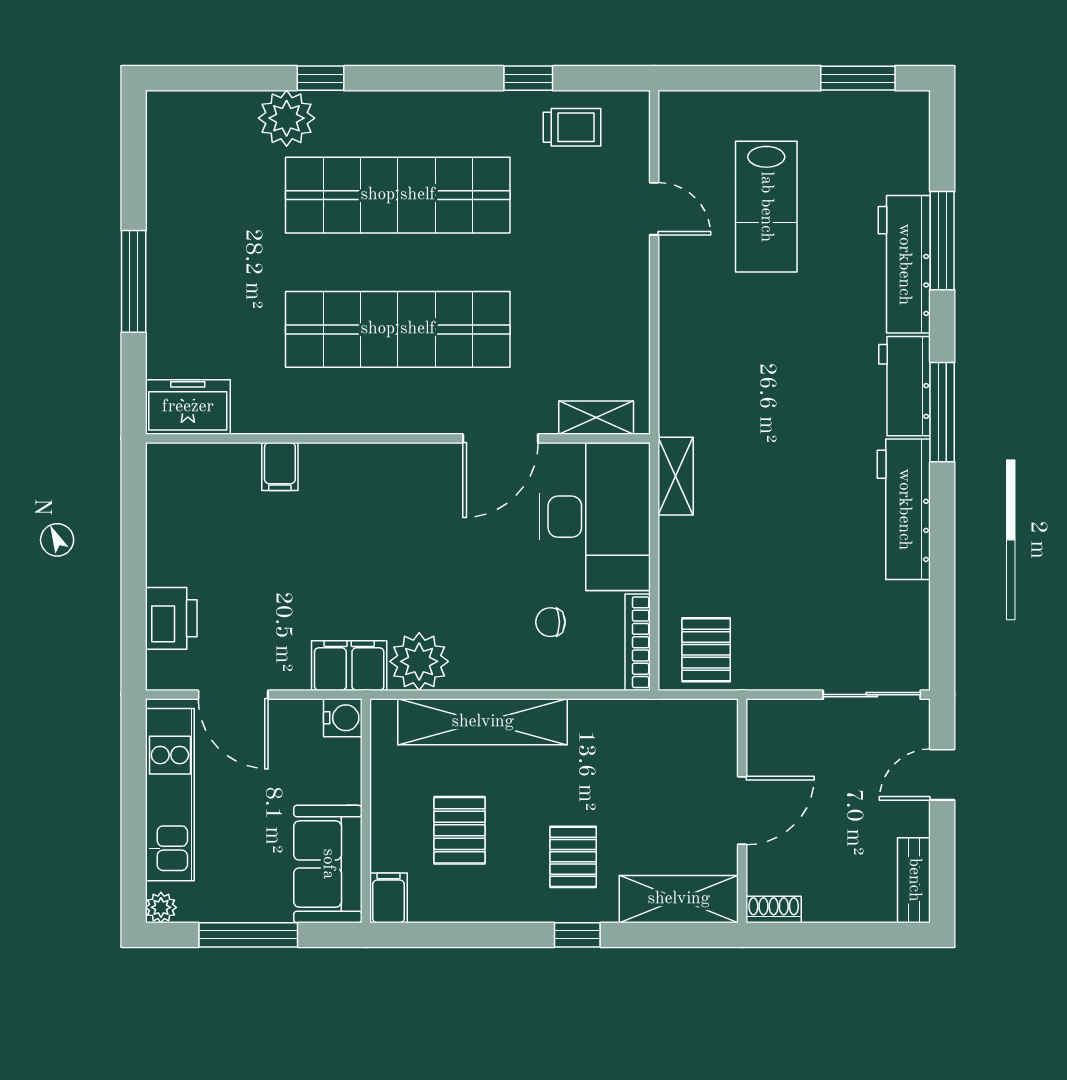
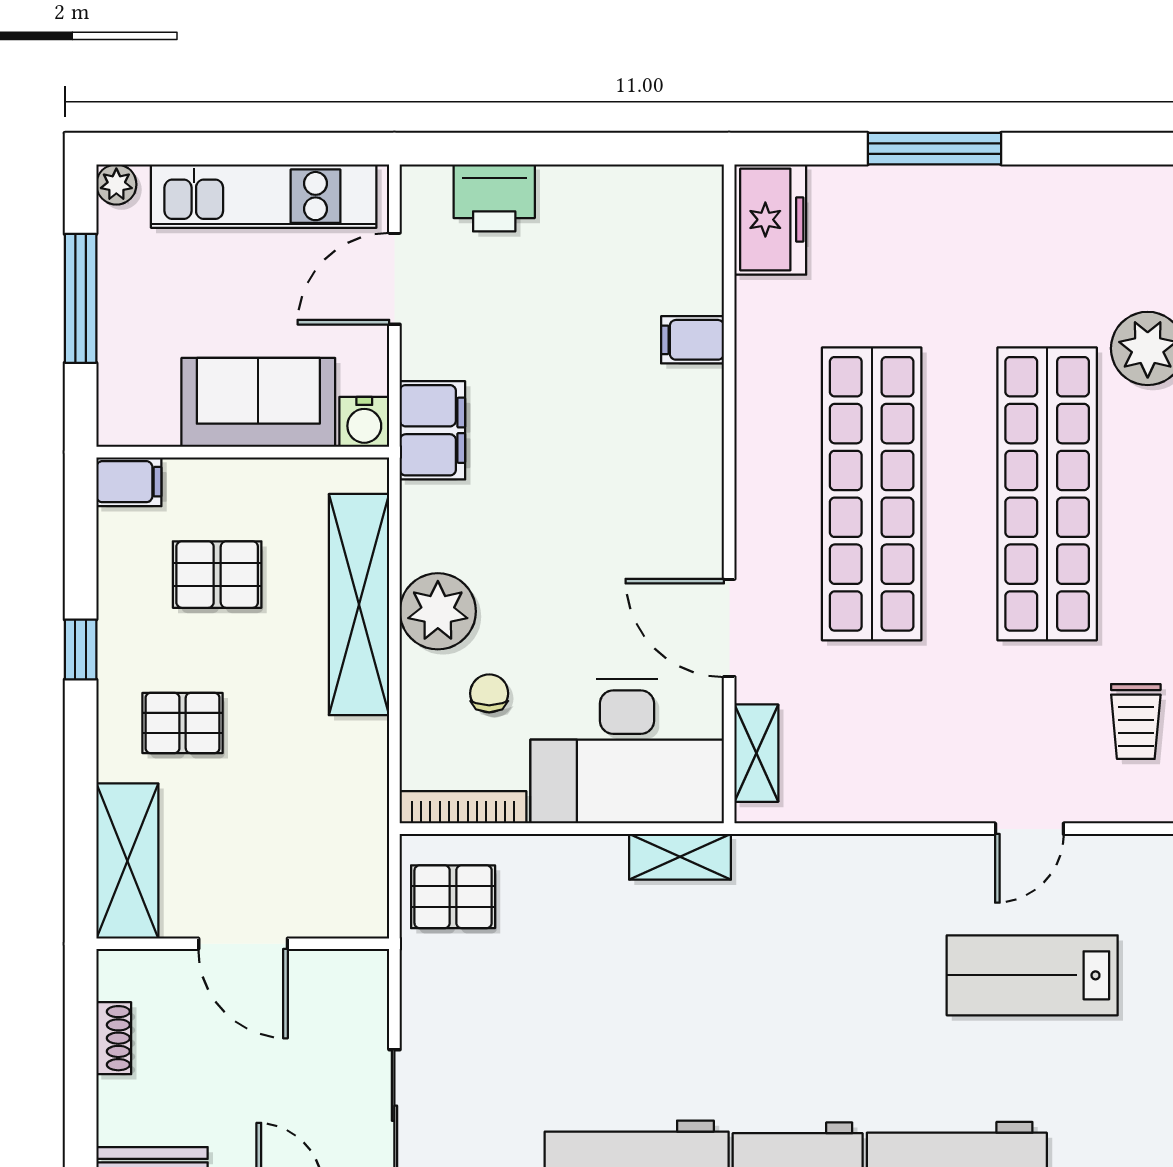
plant: (419, 661) -> (438, 611), moved
sofa: (328, 864) -> (258, 402), moved
shoe rack: (774, 909) -> (114, 1038), moved
window: (577, 935) -> (81, 649), moved

